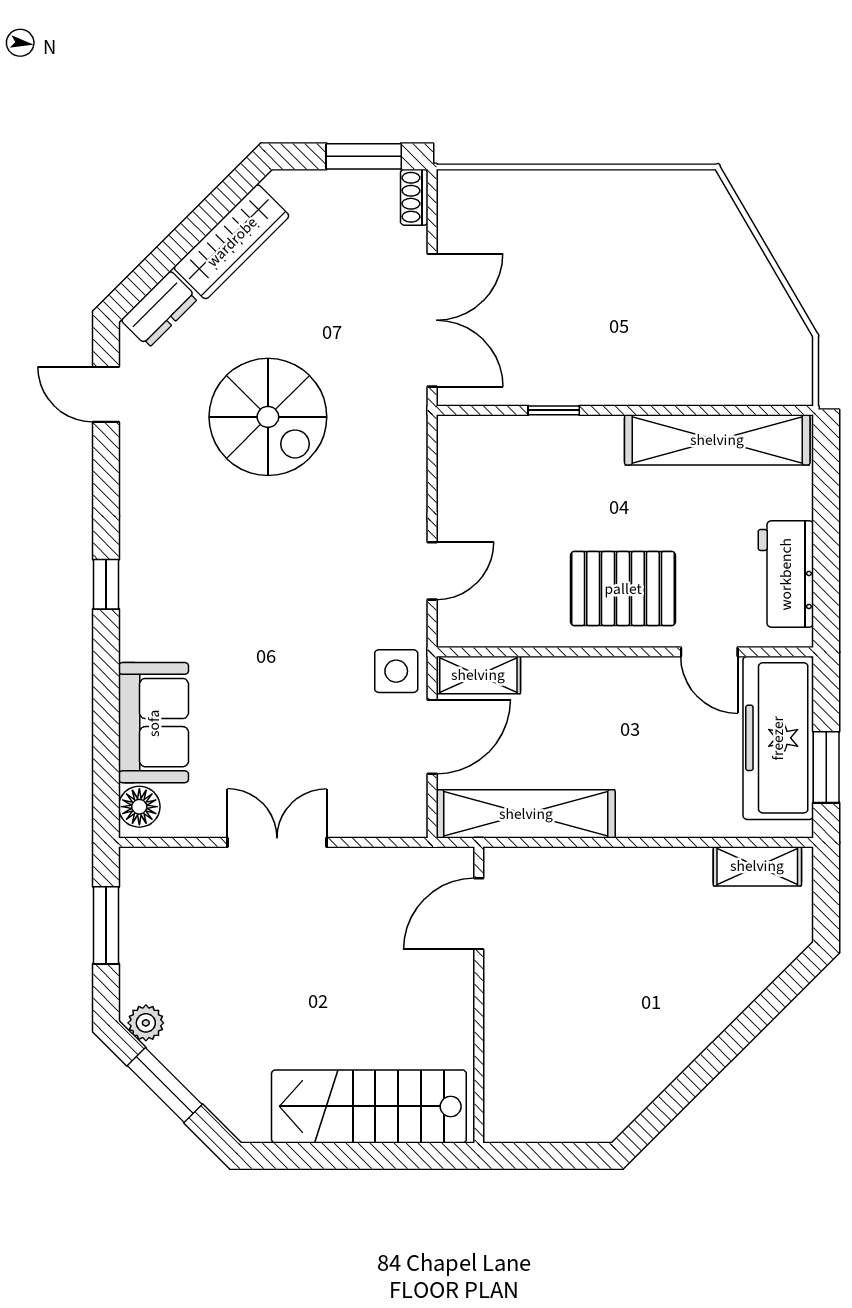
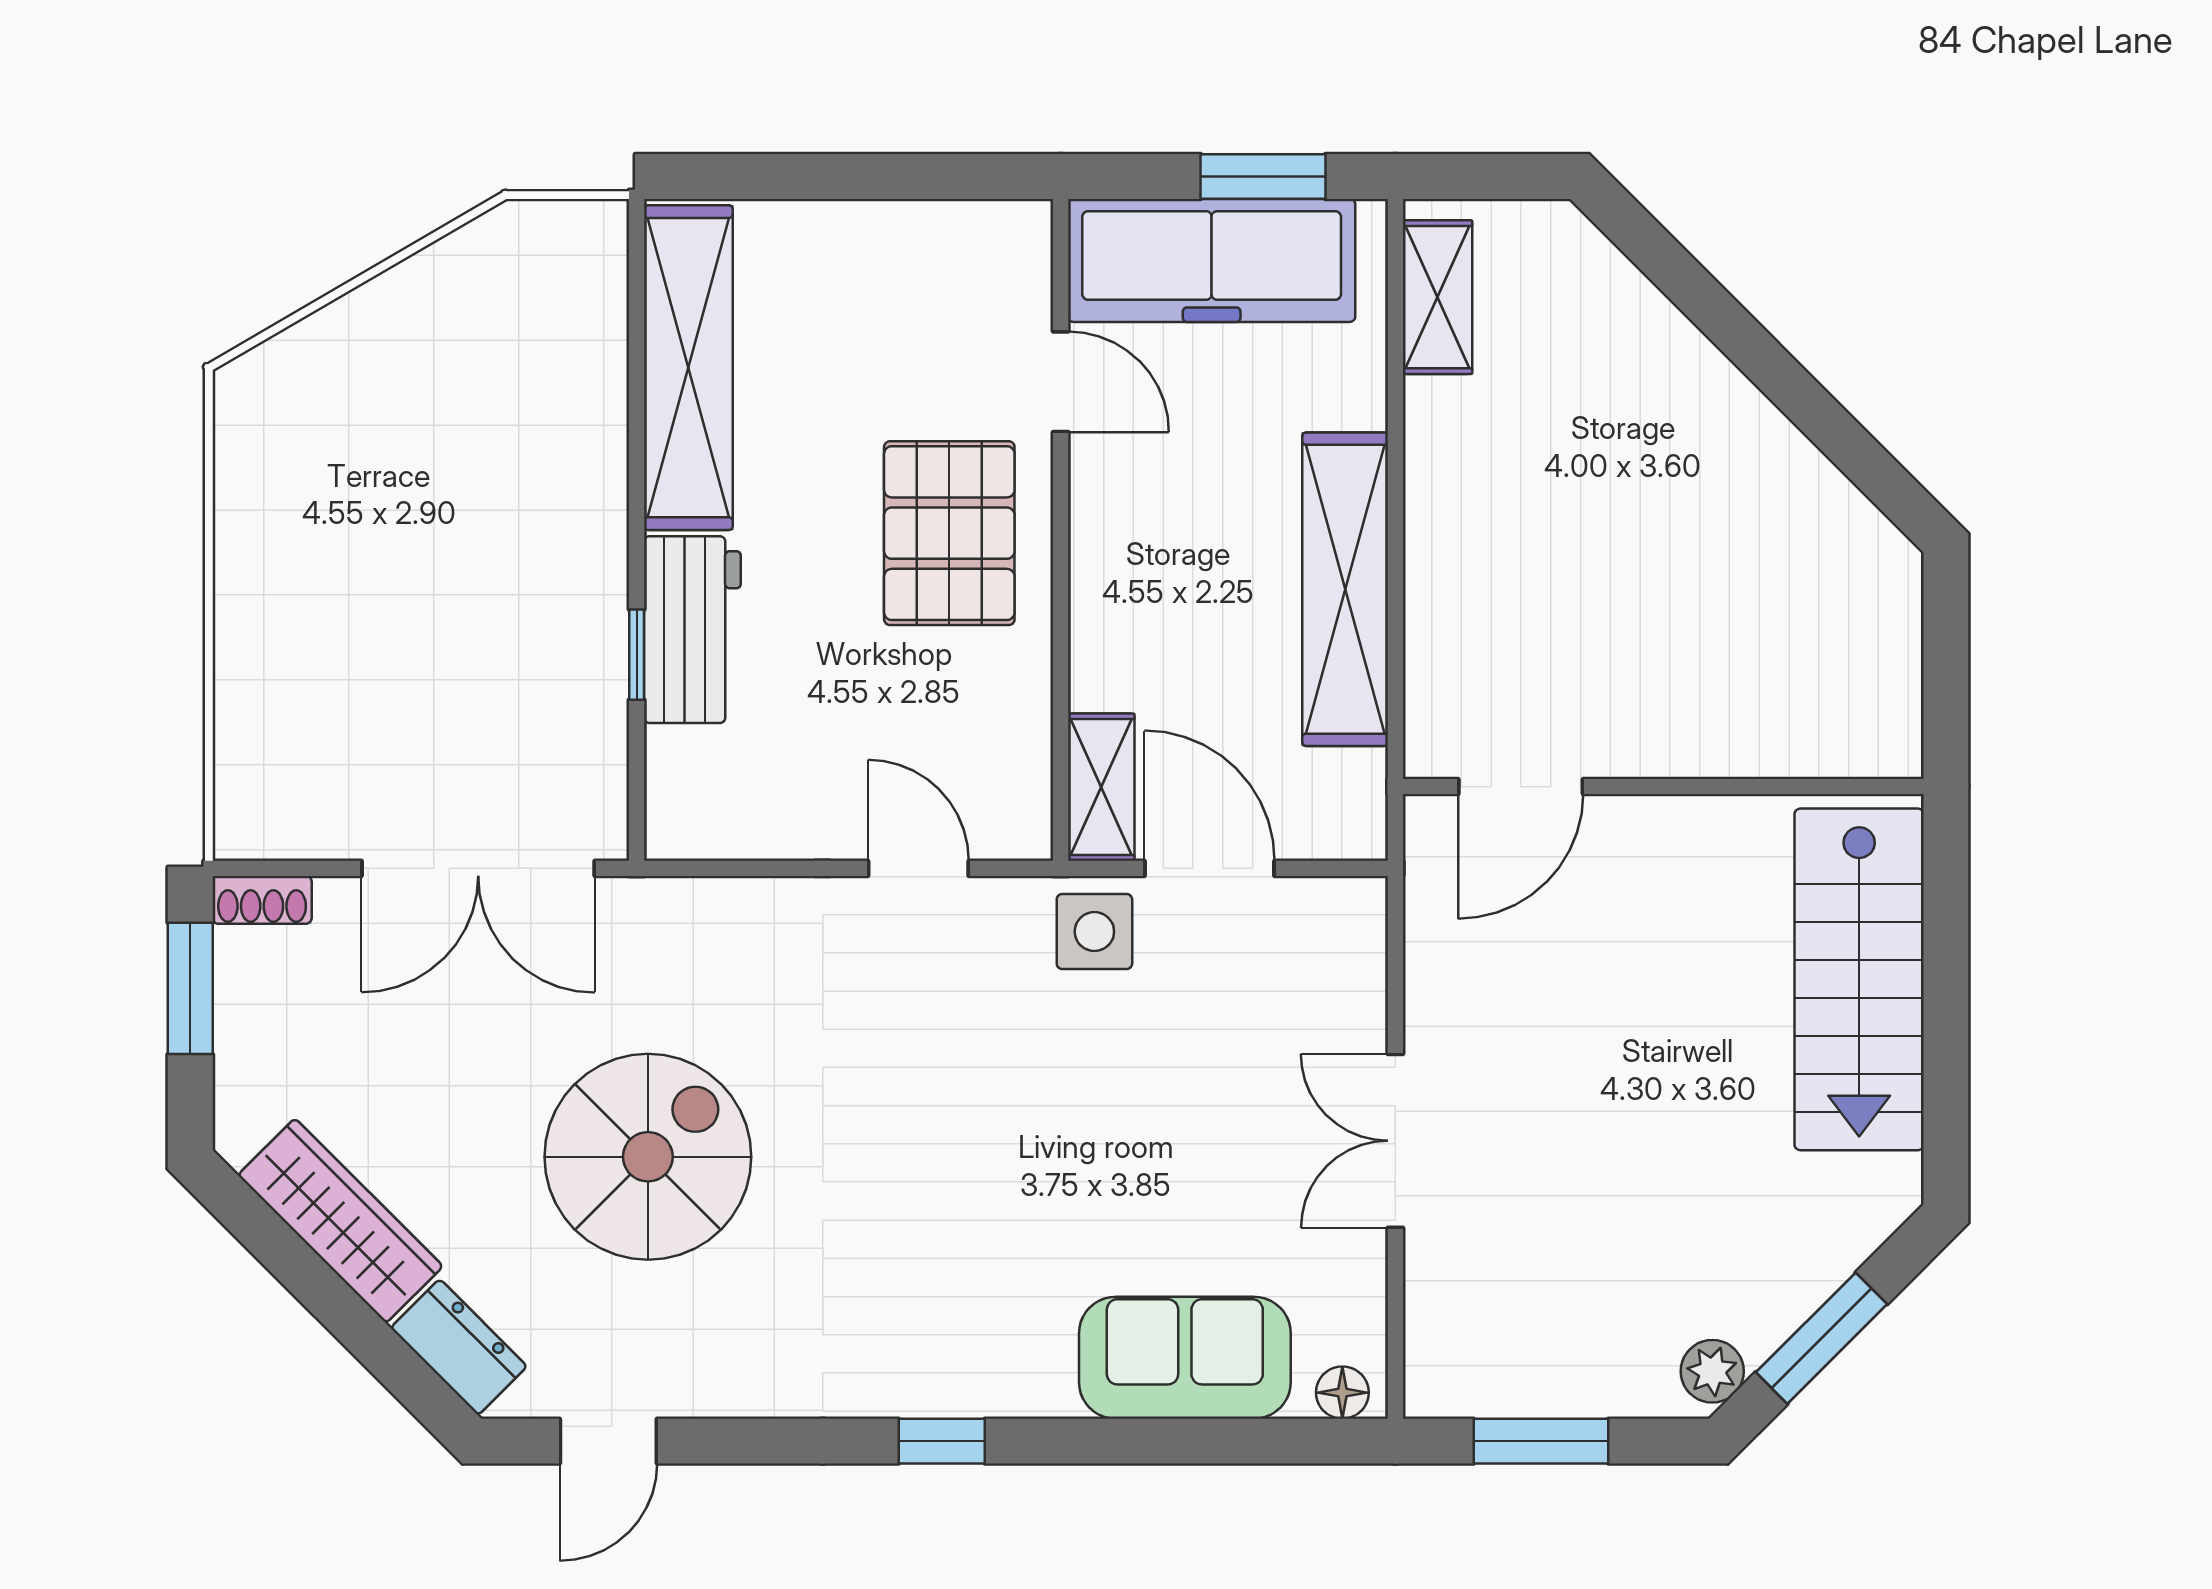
double door: (432, 320) -> (478, 868), swing flipped
workbench: (786, 574) -> (692, 630), moved, turned -90
door: (709, 652) -> (1061, 382), hinge flipped
floor lamp: (139, 807) -> (1342, 1393), width x0.73, depth x0.73
shelving: (526, 814) -> (1345, 589), moved
door: (479, 914) -> (1521, 787), hinge flipped

